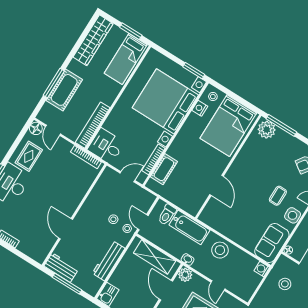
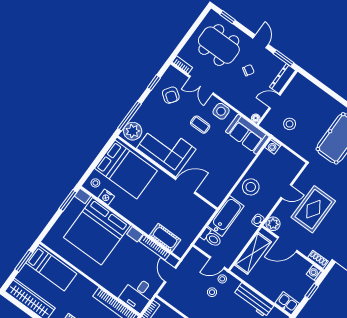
corner sofa: (252, 164) -> (166, 149), added

